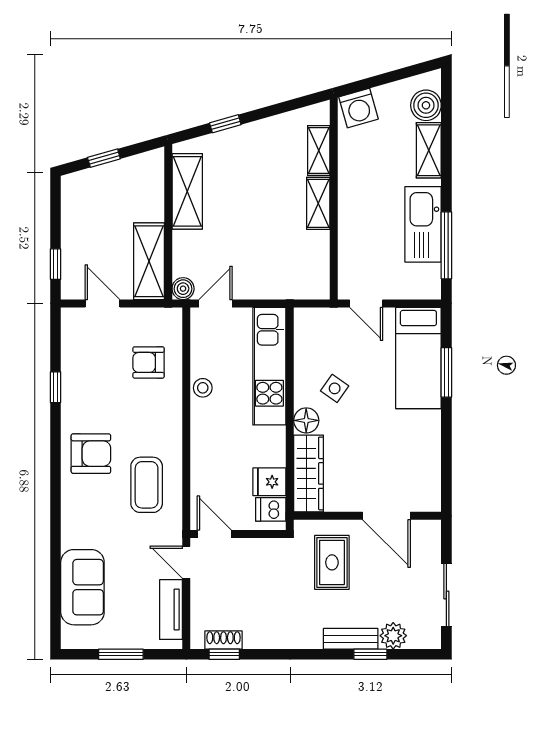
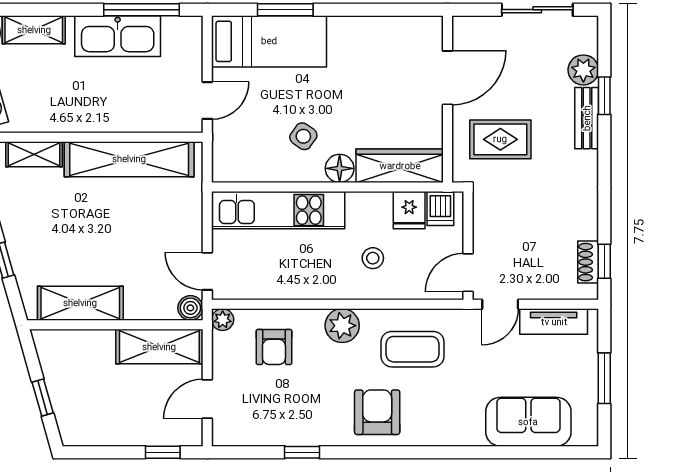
shelving: (318, 203) -> (129, 159), width x2.20, depth x1.33
plant: (173, 317) -> (223, 320), added
stool: (203, 388) -> (373, 258), moved
plant: (167, 423) -> (342, 326), added

